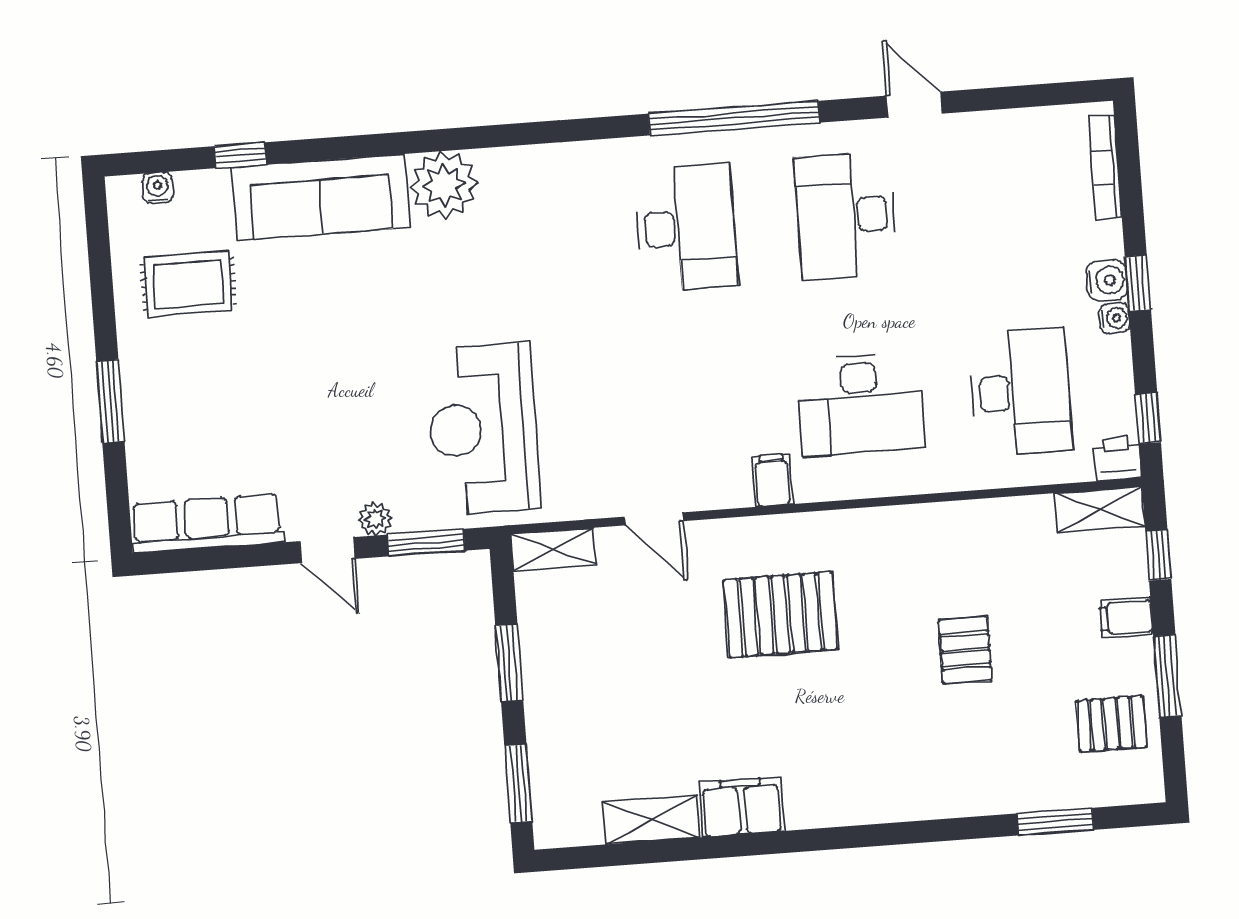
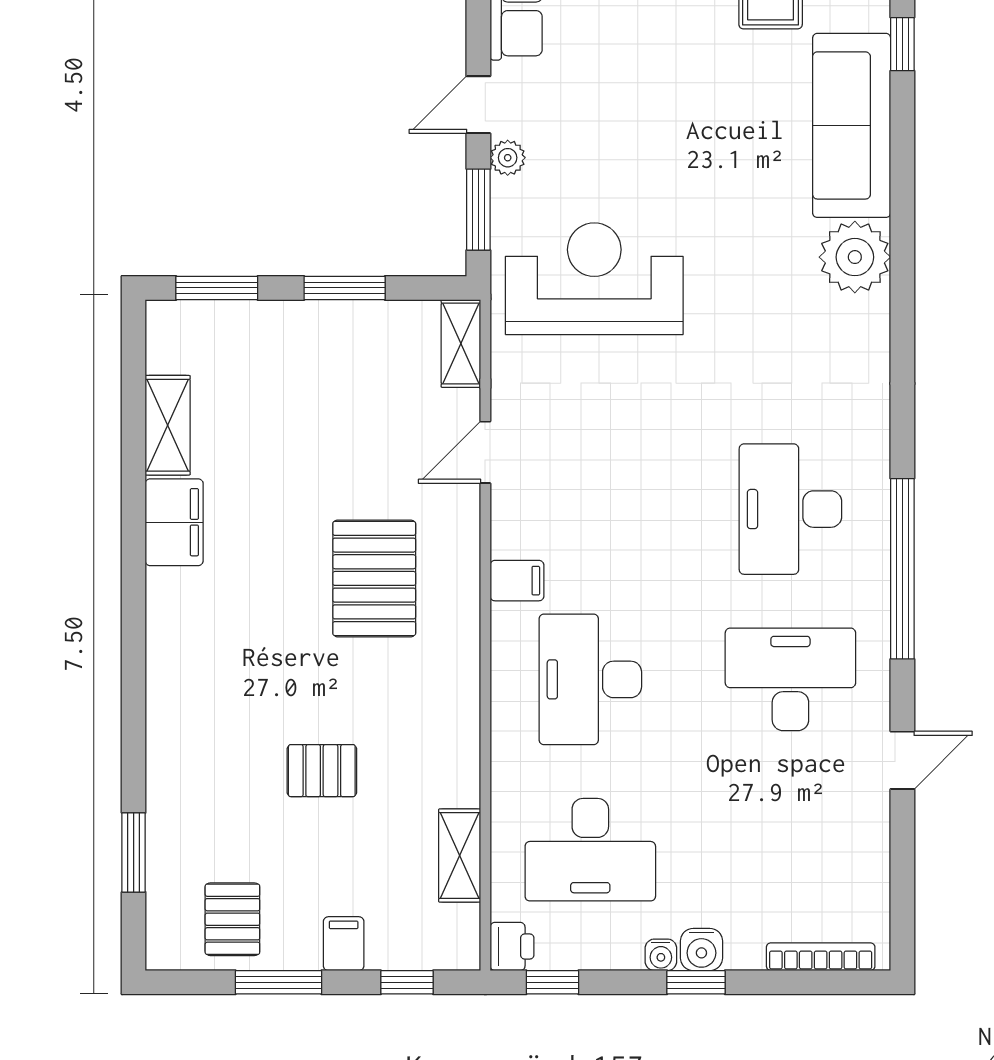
desk: (686, 228) -> (790, 509), turned 90
shelving: (1100, 510) -> (460, 855), moved

